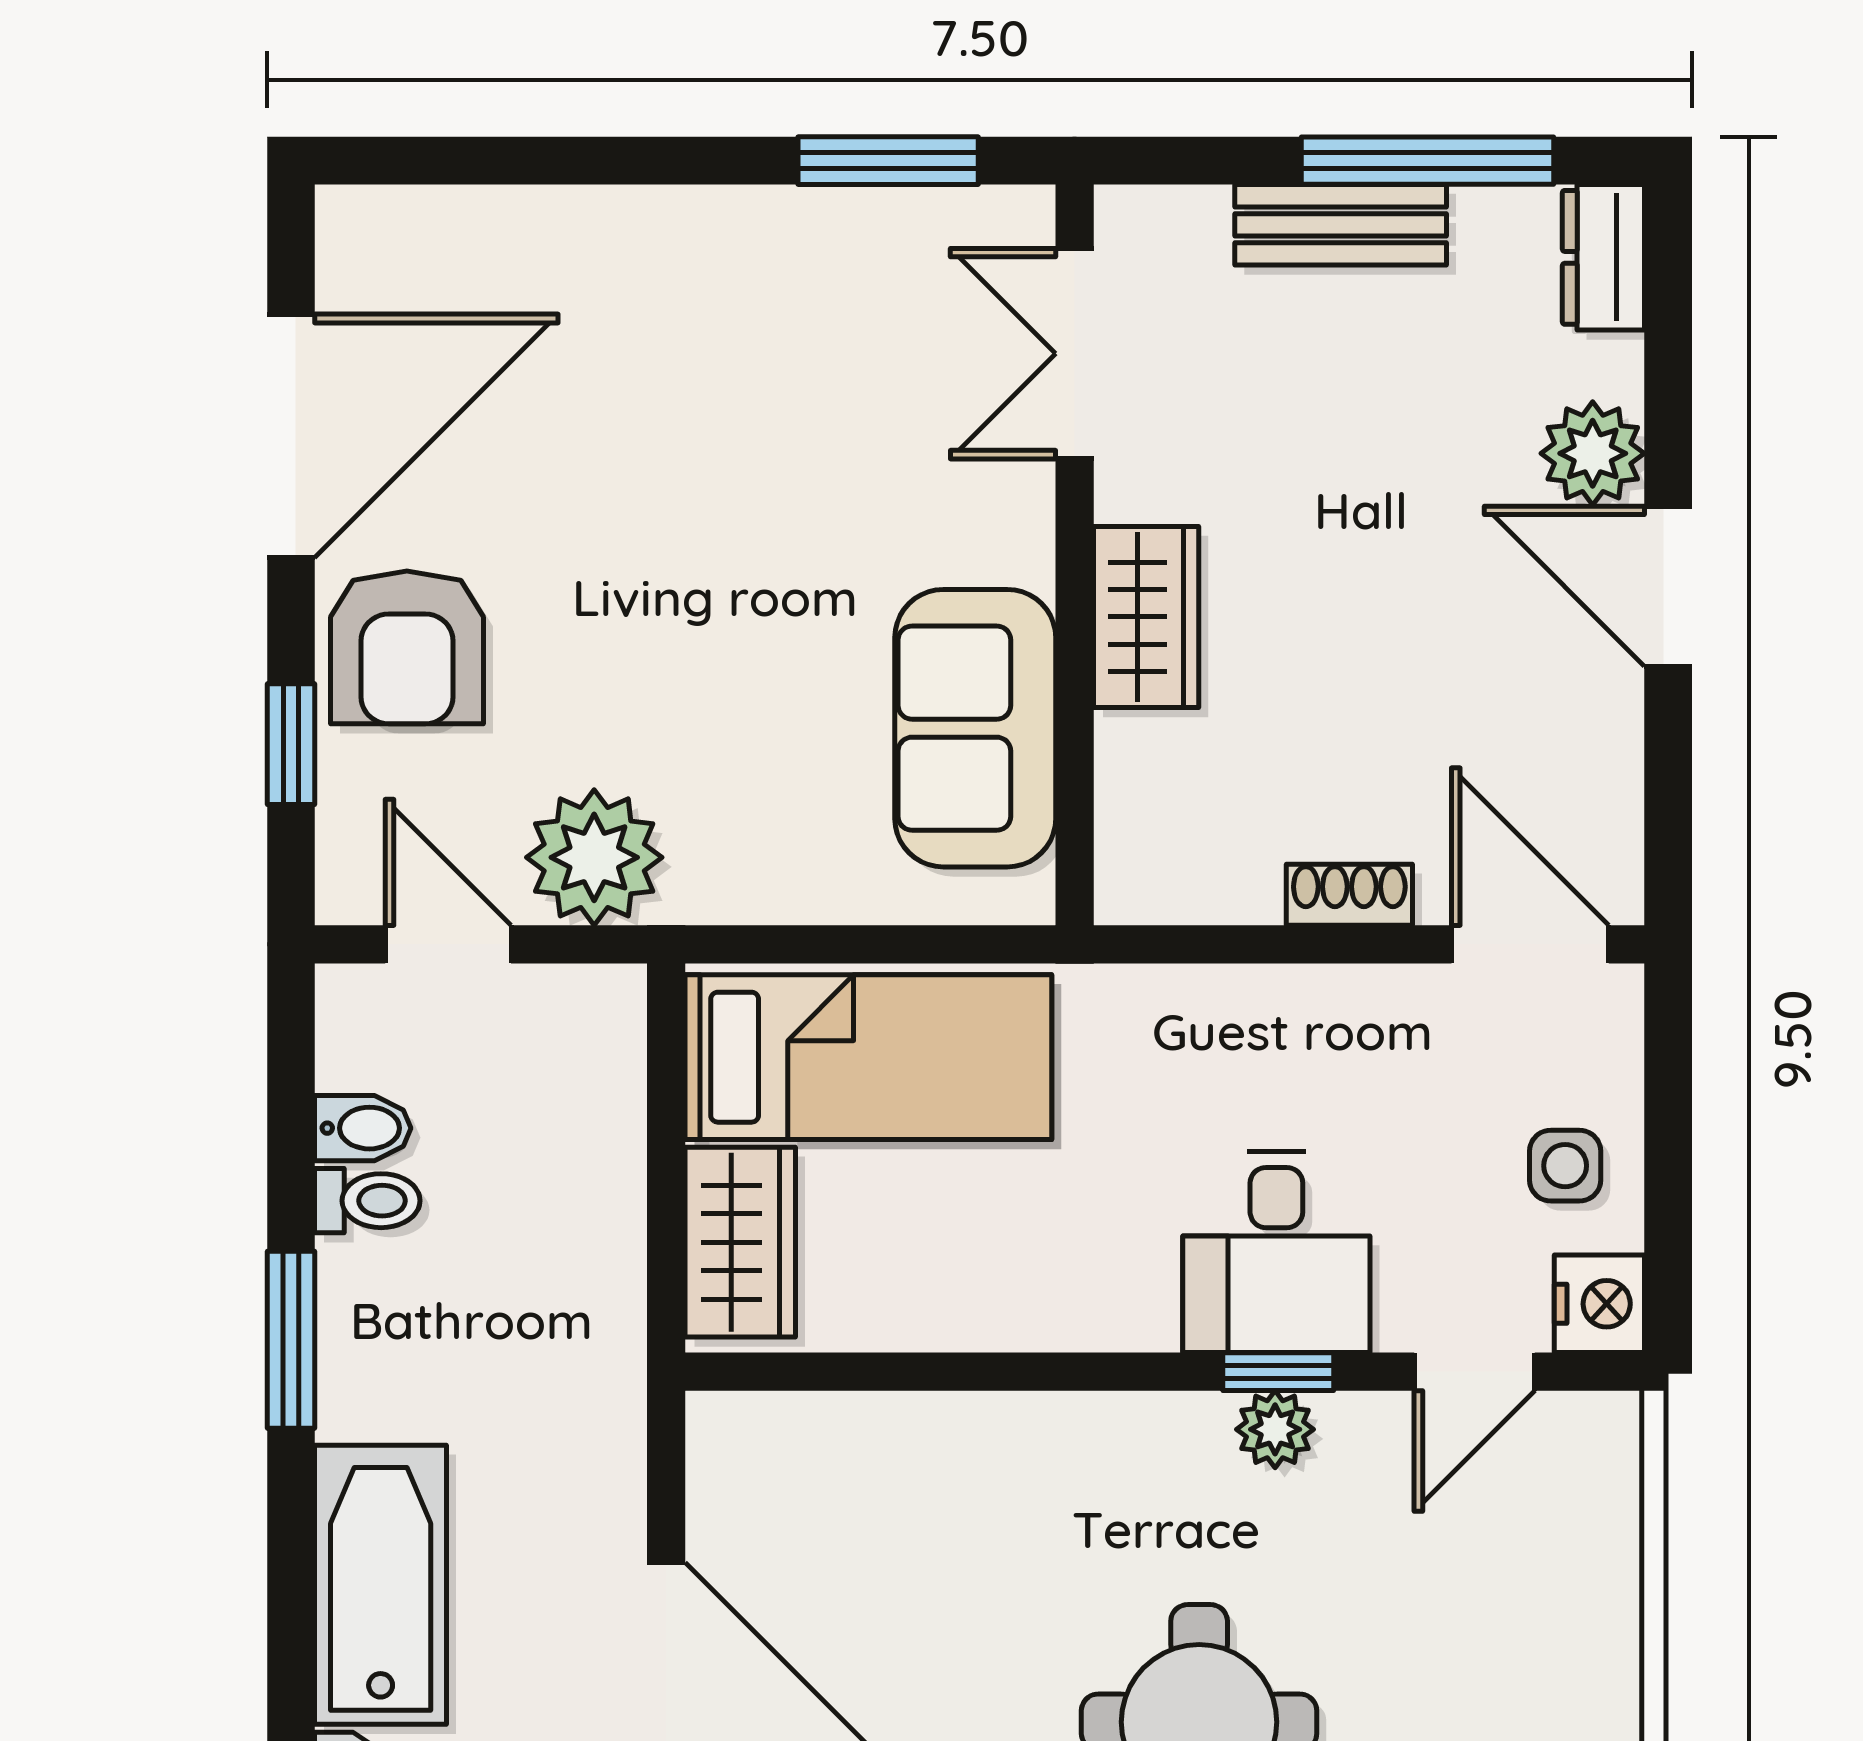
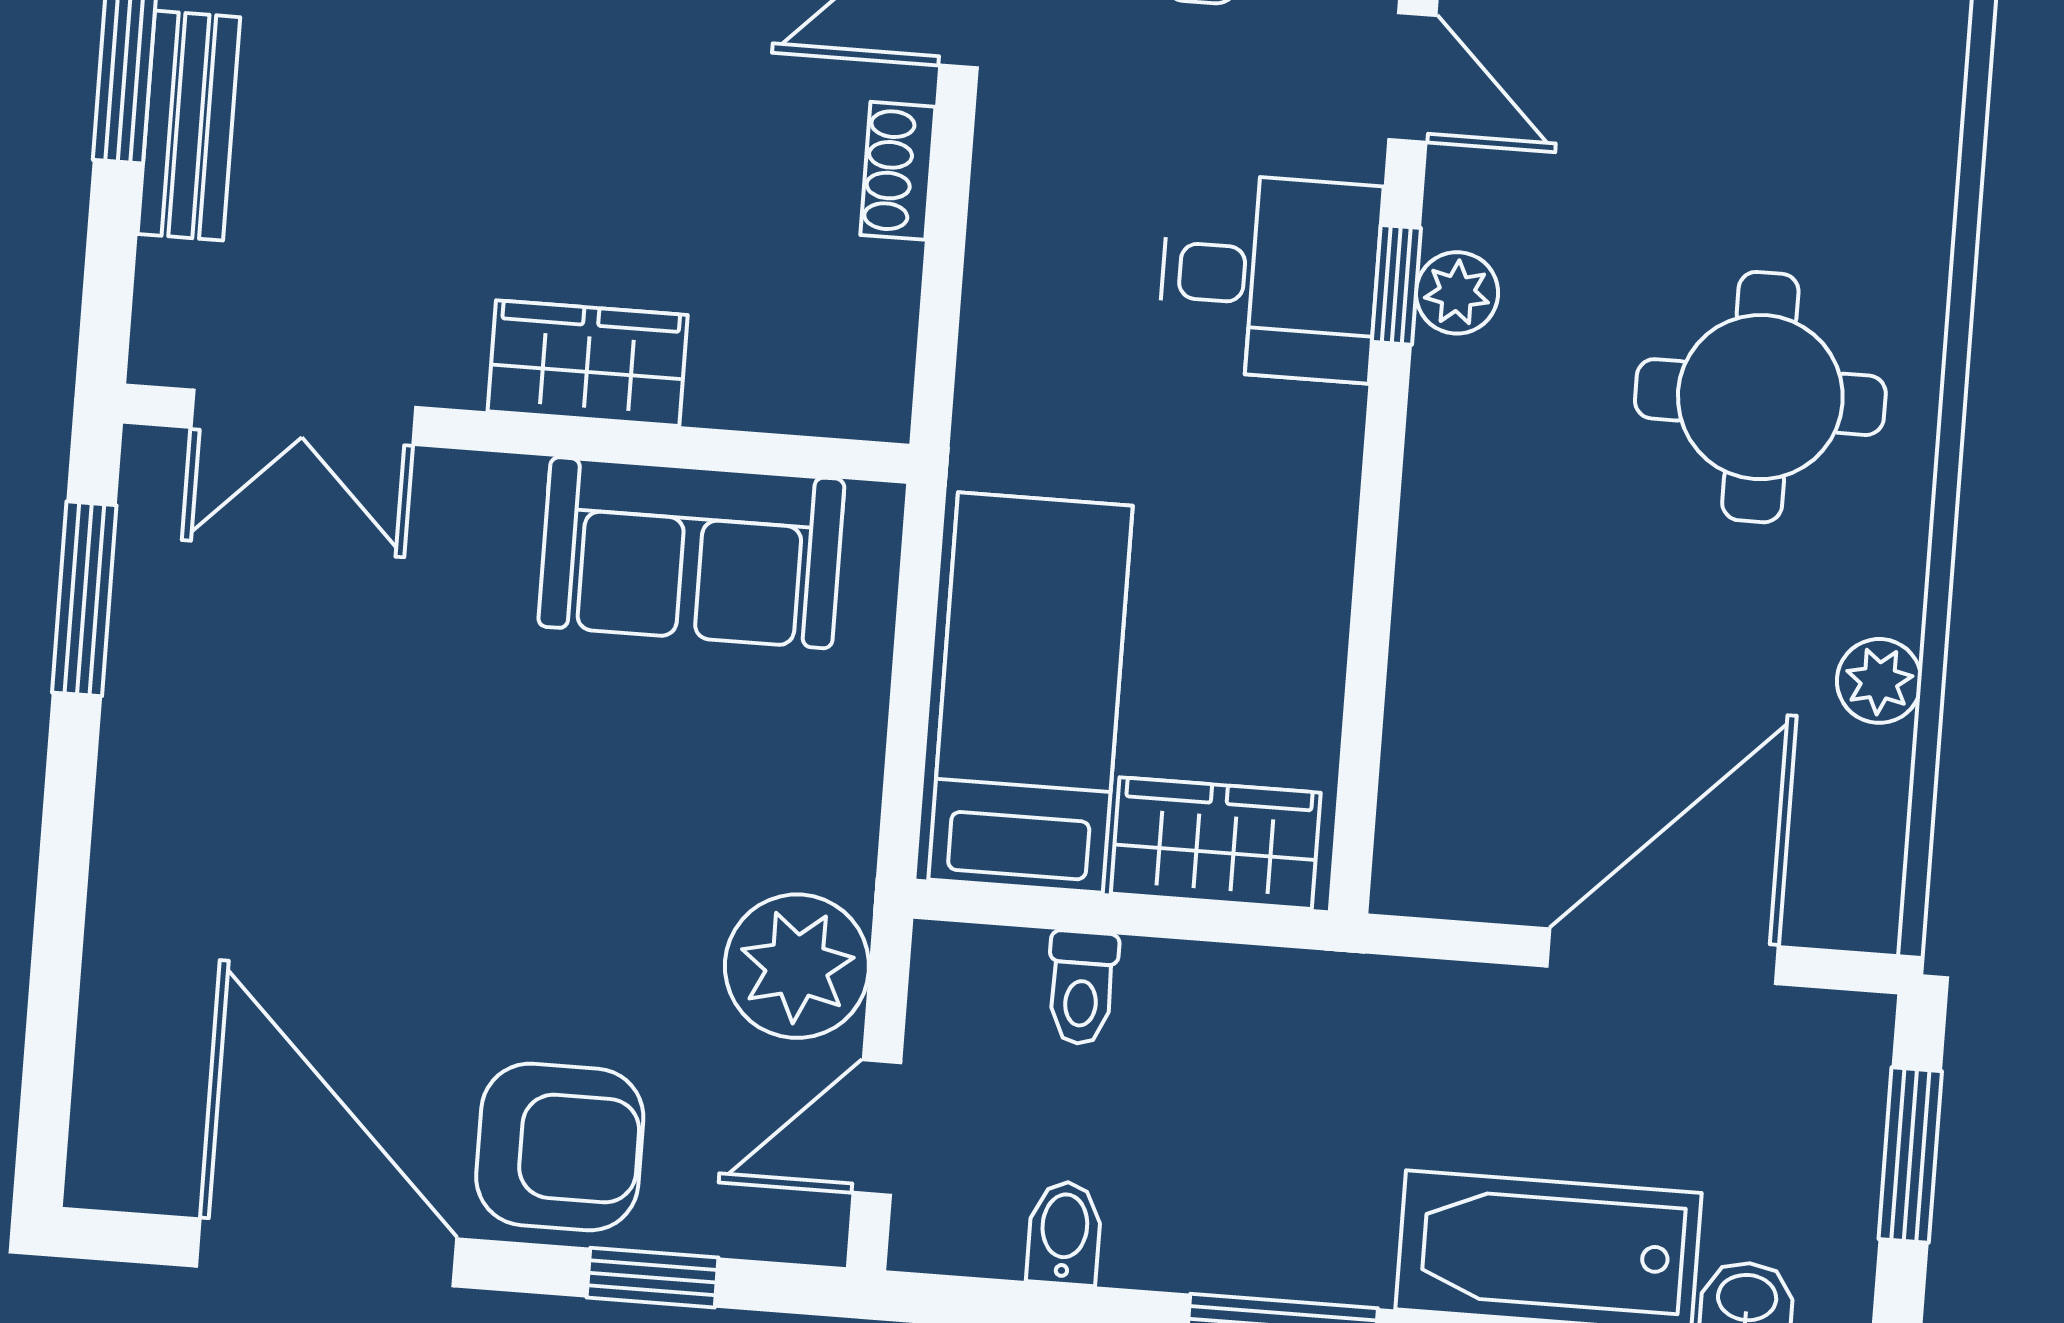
toilet: (367, 1201) -> (1082, 988), moved, turned 180

